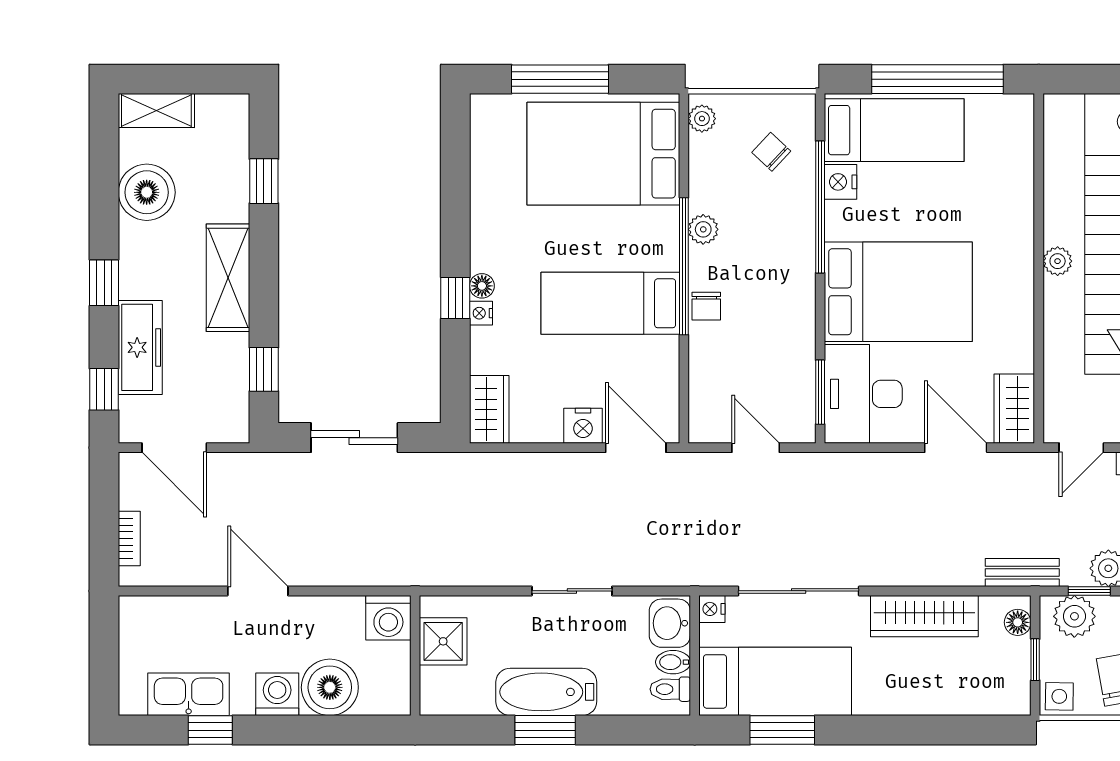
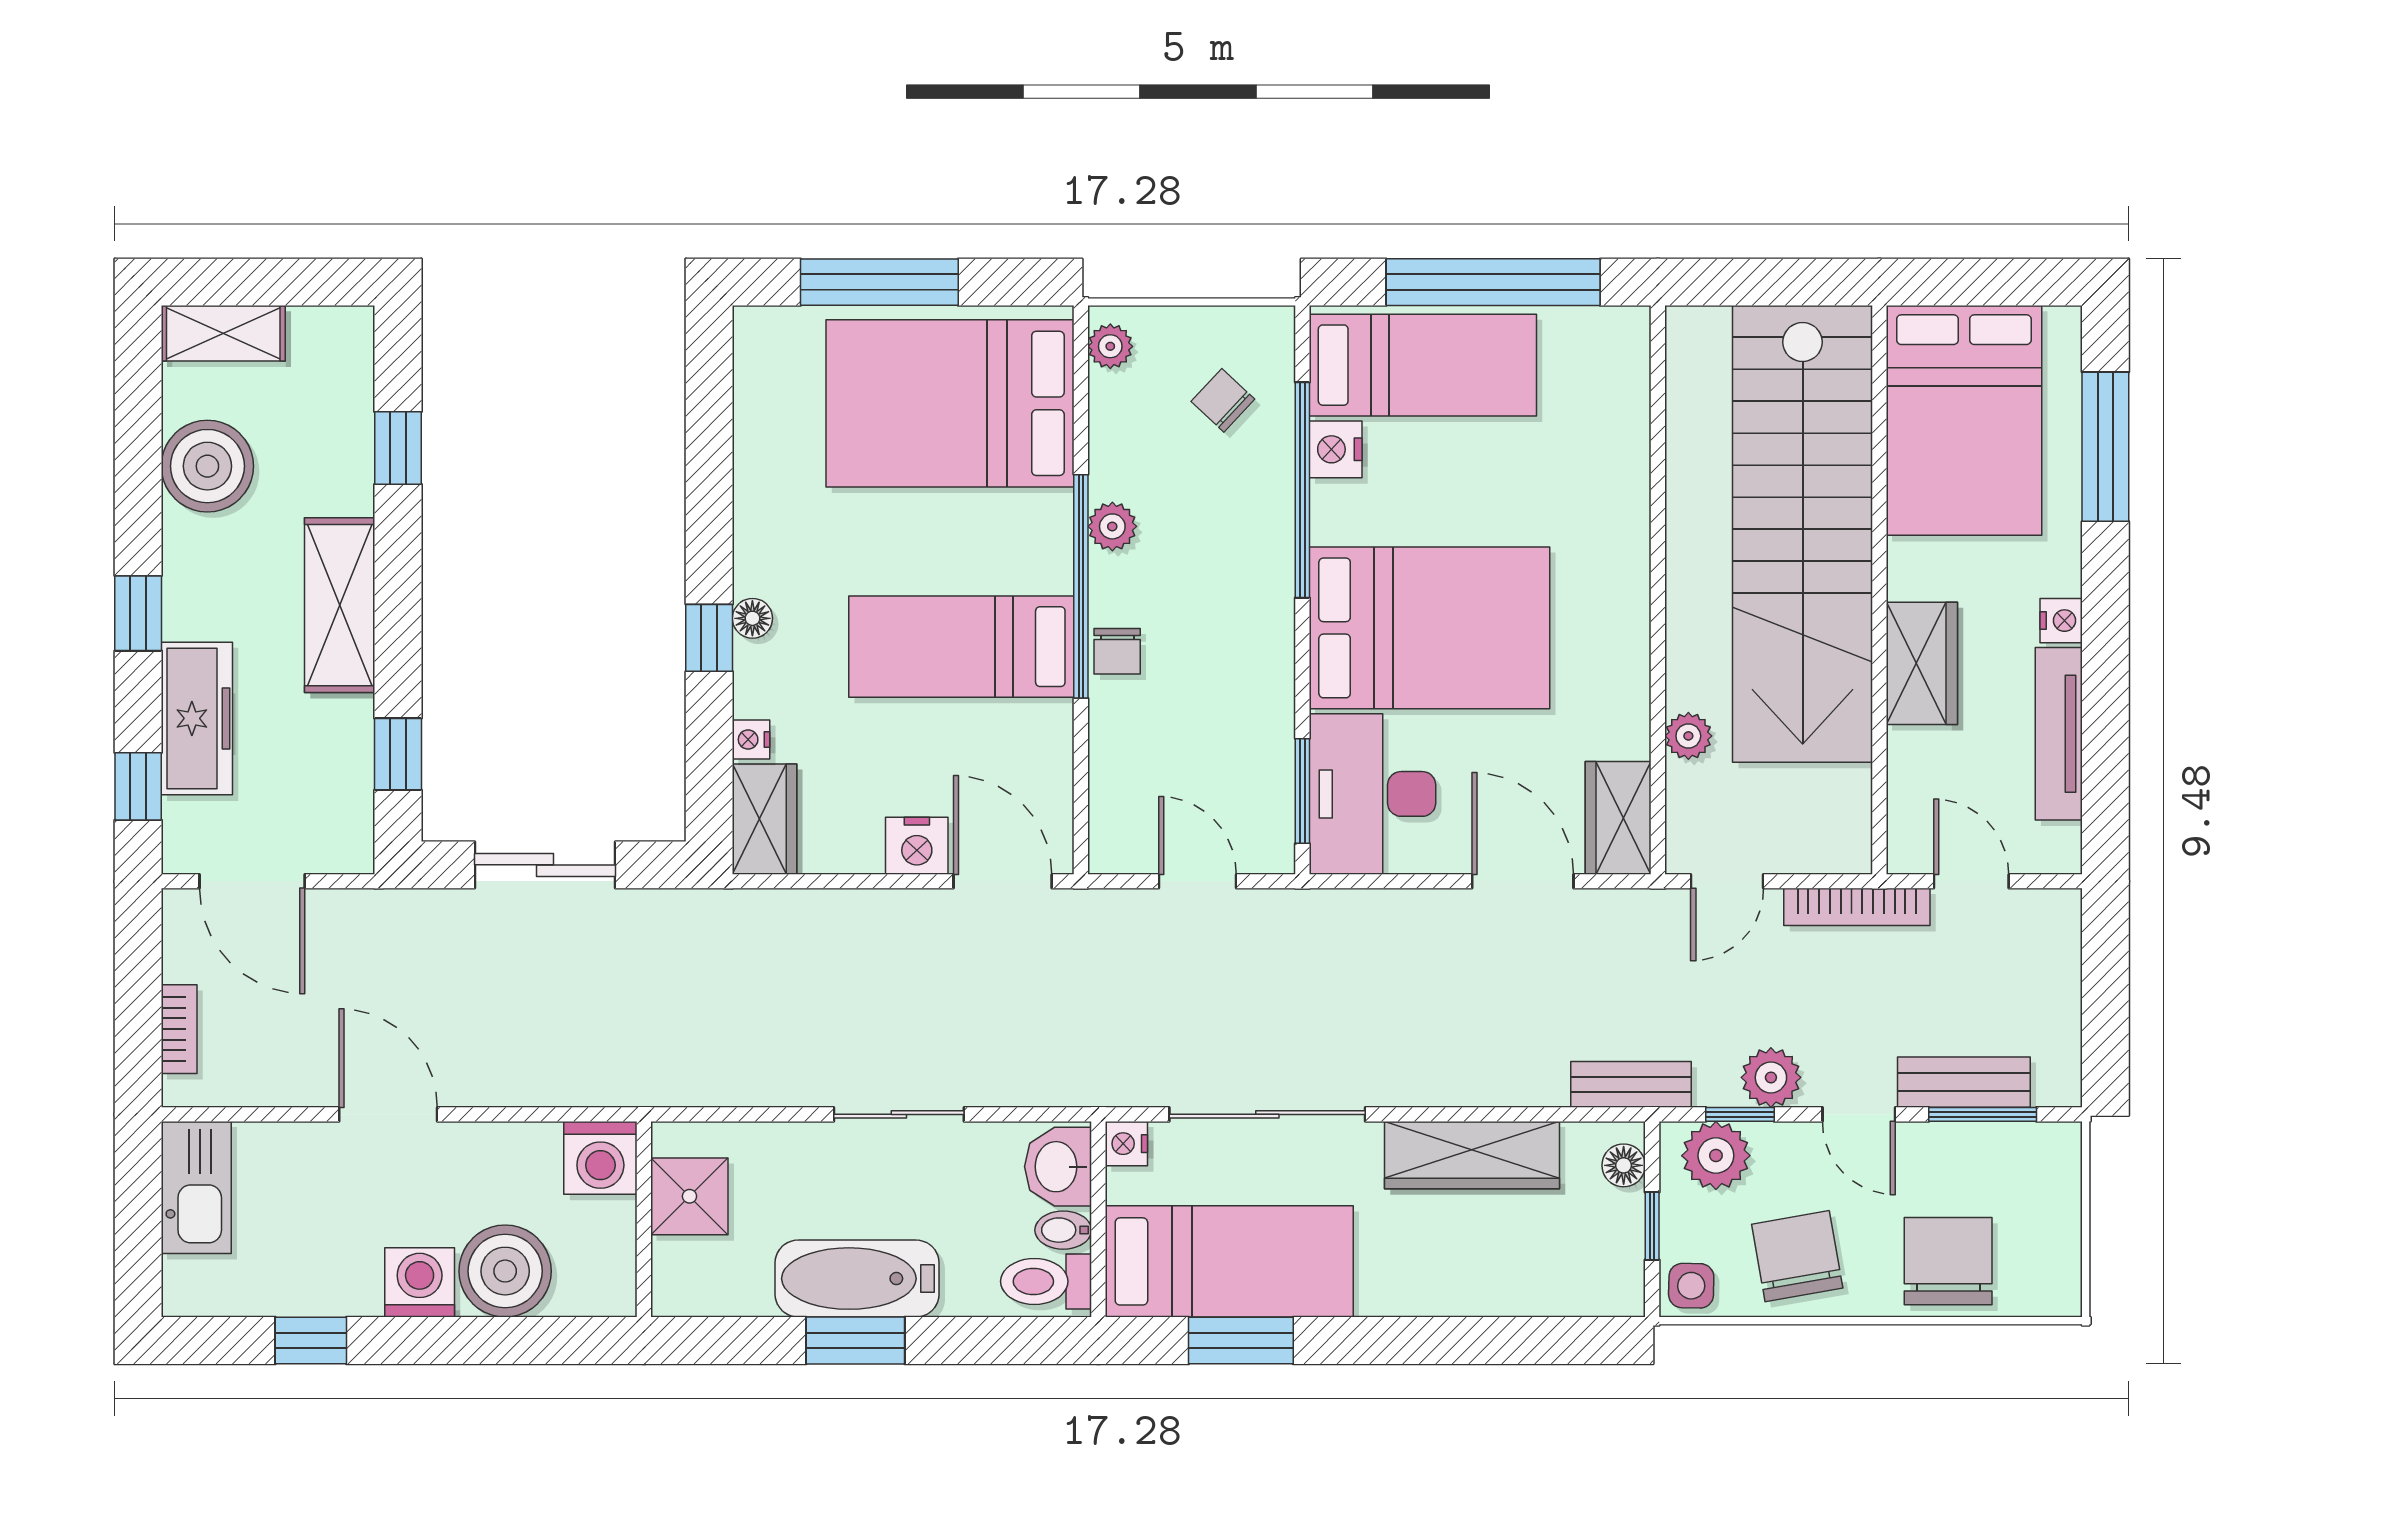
plant: (1058, 261) -> (1688, 736), moved
nightstand: (481, 313) -> (751, 740), moved
toilet: (670, 689) -> (1046, 1281), width x1.37, depth x1.39
kitchen sink: (189, 694) -> (196, 1187), moved, turned 90

